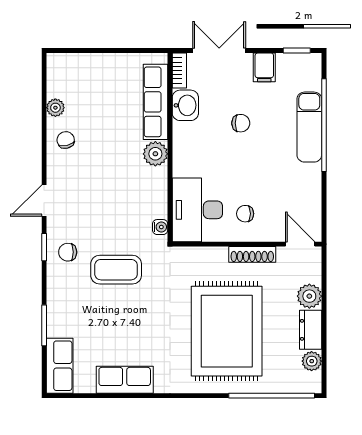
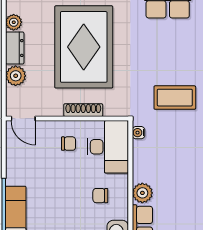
chair: (241, 123) -> (100, 196), moved
shoe rack: (252, 254) -> (83, 110), moved

